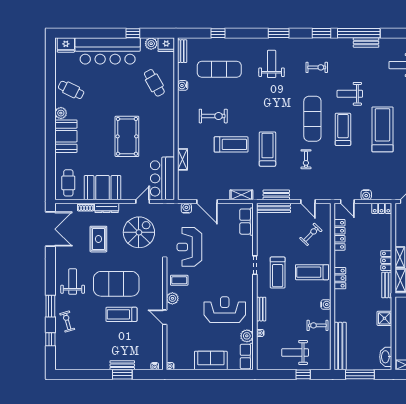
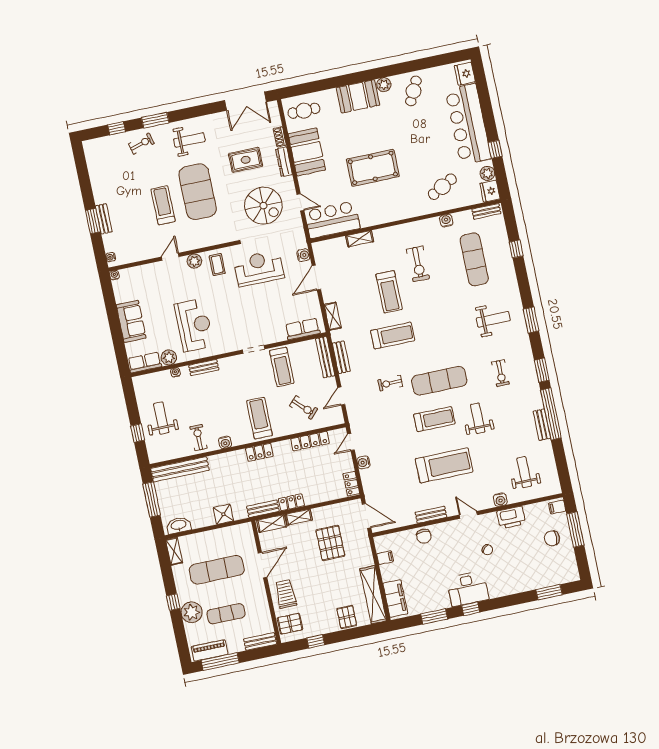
treadmill: (278, 273) -> (282, 367), moved, turned -90

